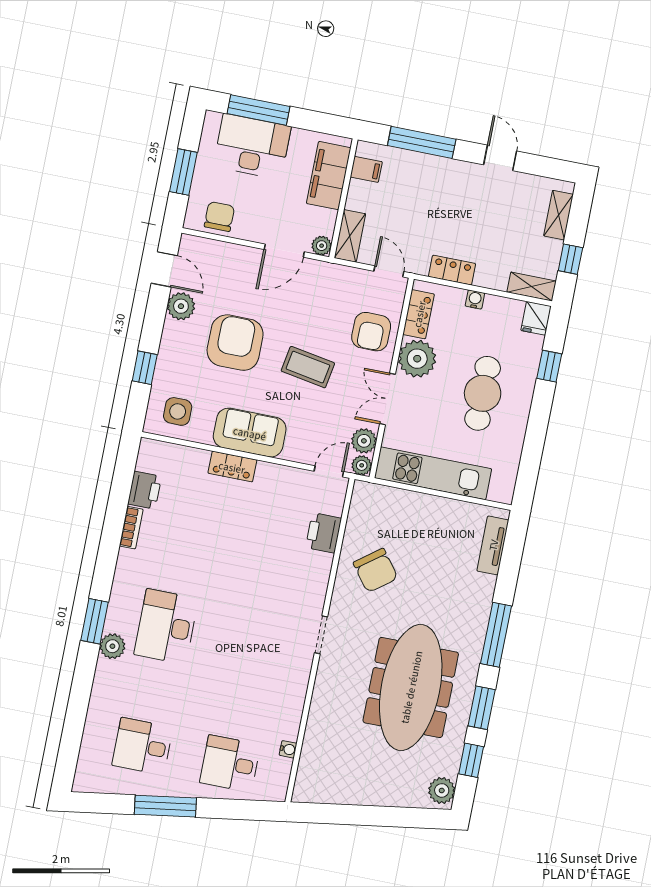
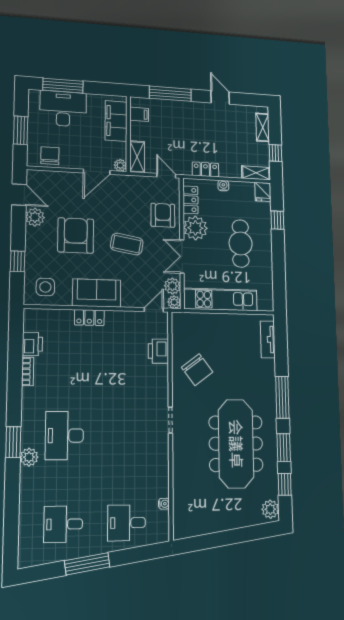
armchair: (371, 332) -> (163, 215), turned 180

